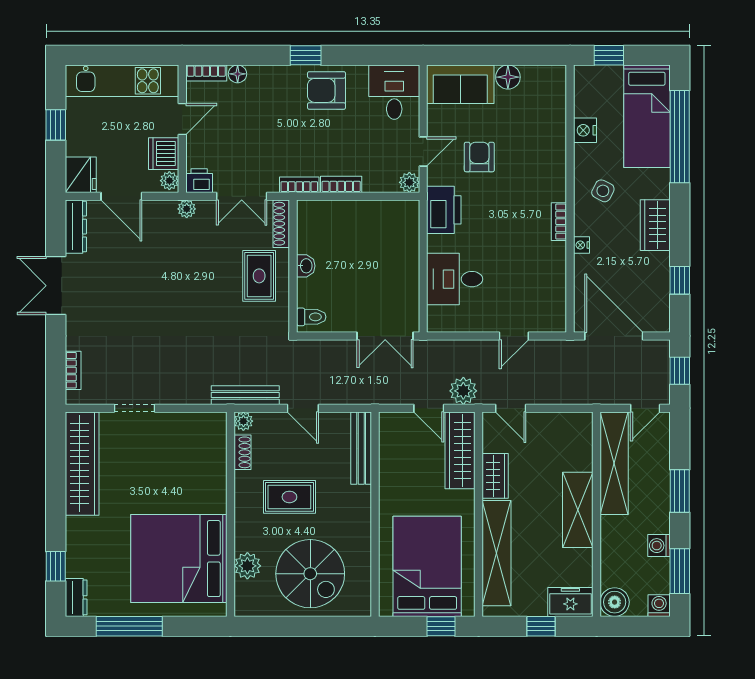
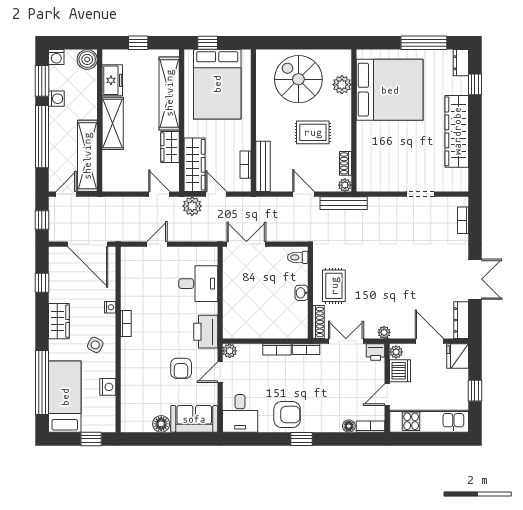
bookcase: (386, 451) -> (245, 165), added
wardrobe: (82, 464) -> (457, 131), moved
window: (680, 491) -> (42, 137), width x2.11
freezer: (570, 602) -> (112, 80), moved, turned -90

